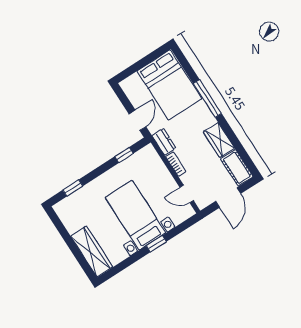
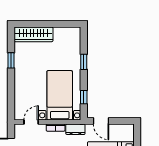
window: (73, 188) -> (84, 62), moved
bed with nightstands: (135, 215) -> (60, 95), moved, turned -90
window: (156, 244) -> (11, 60), moved

